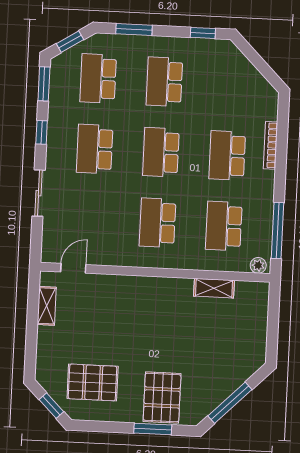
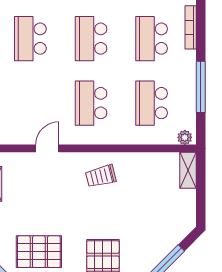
window: (277, 231) -> (201, 87), moved
door: (73, 268) -> (47, 148), moved
shelving: (214, 288) -> (188, 170), moved, turned 90
trolley: (164, 303) -> (101, 176), added

